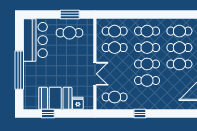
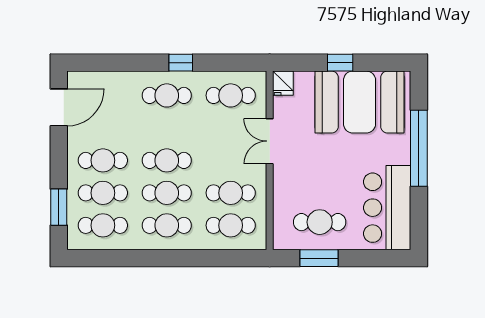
cafe table: (147, 81) -> (167, 95), moved
booth: (55, 98) -> (360, 102), width x1.36, depth x1.42
fridge: (78, 103) -> (283, 83), moved
window: (48, 114) -> (340, 63), moved

